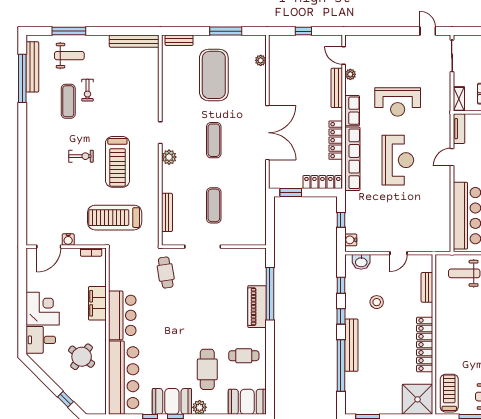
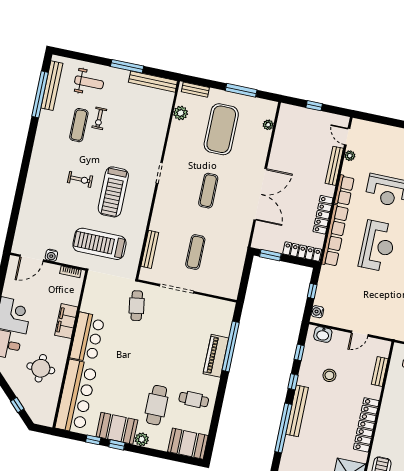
window: (69, 31) -> (127, 66), moved
plant: (169, 157) -> (181, 113), moved
round table: (82, 357) -> (41, 368), turned -37

